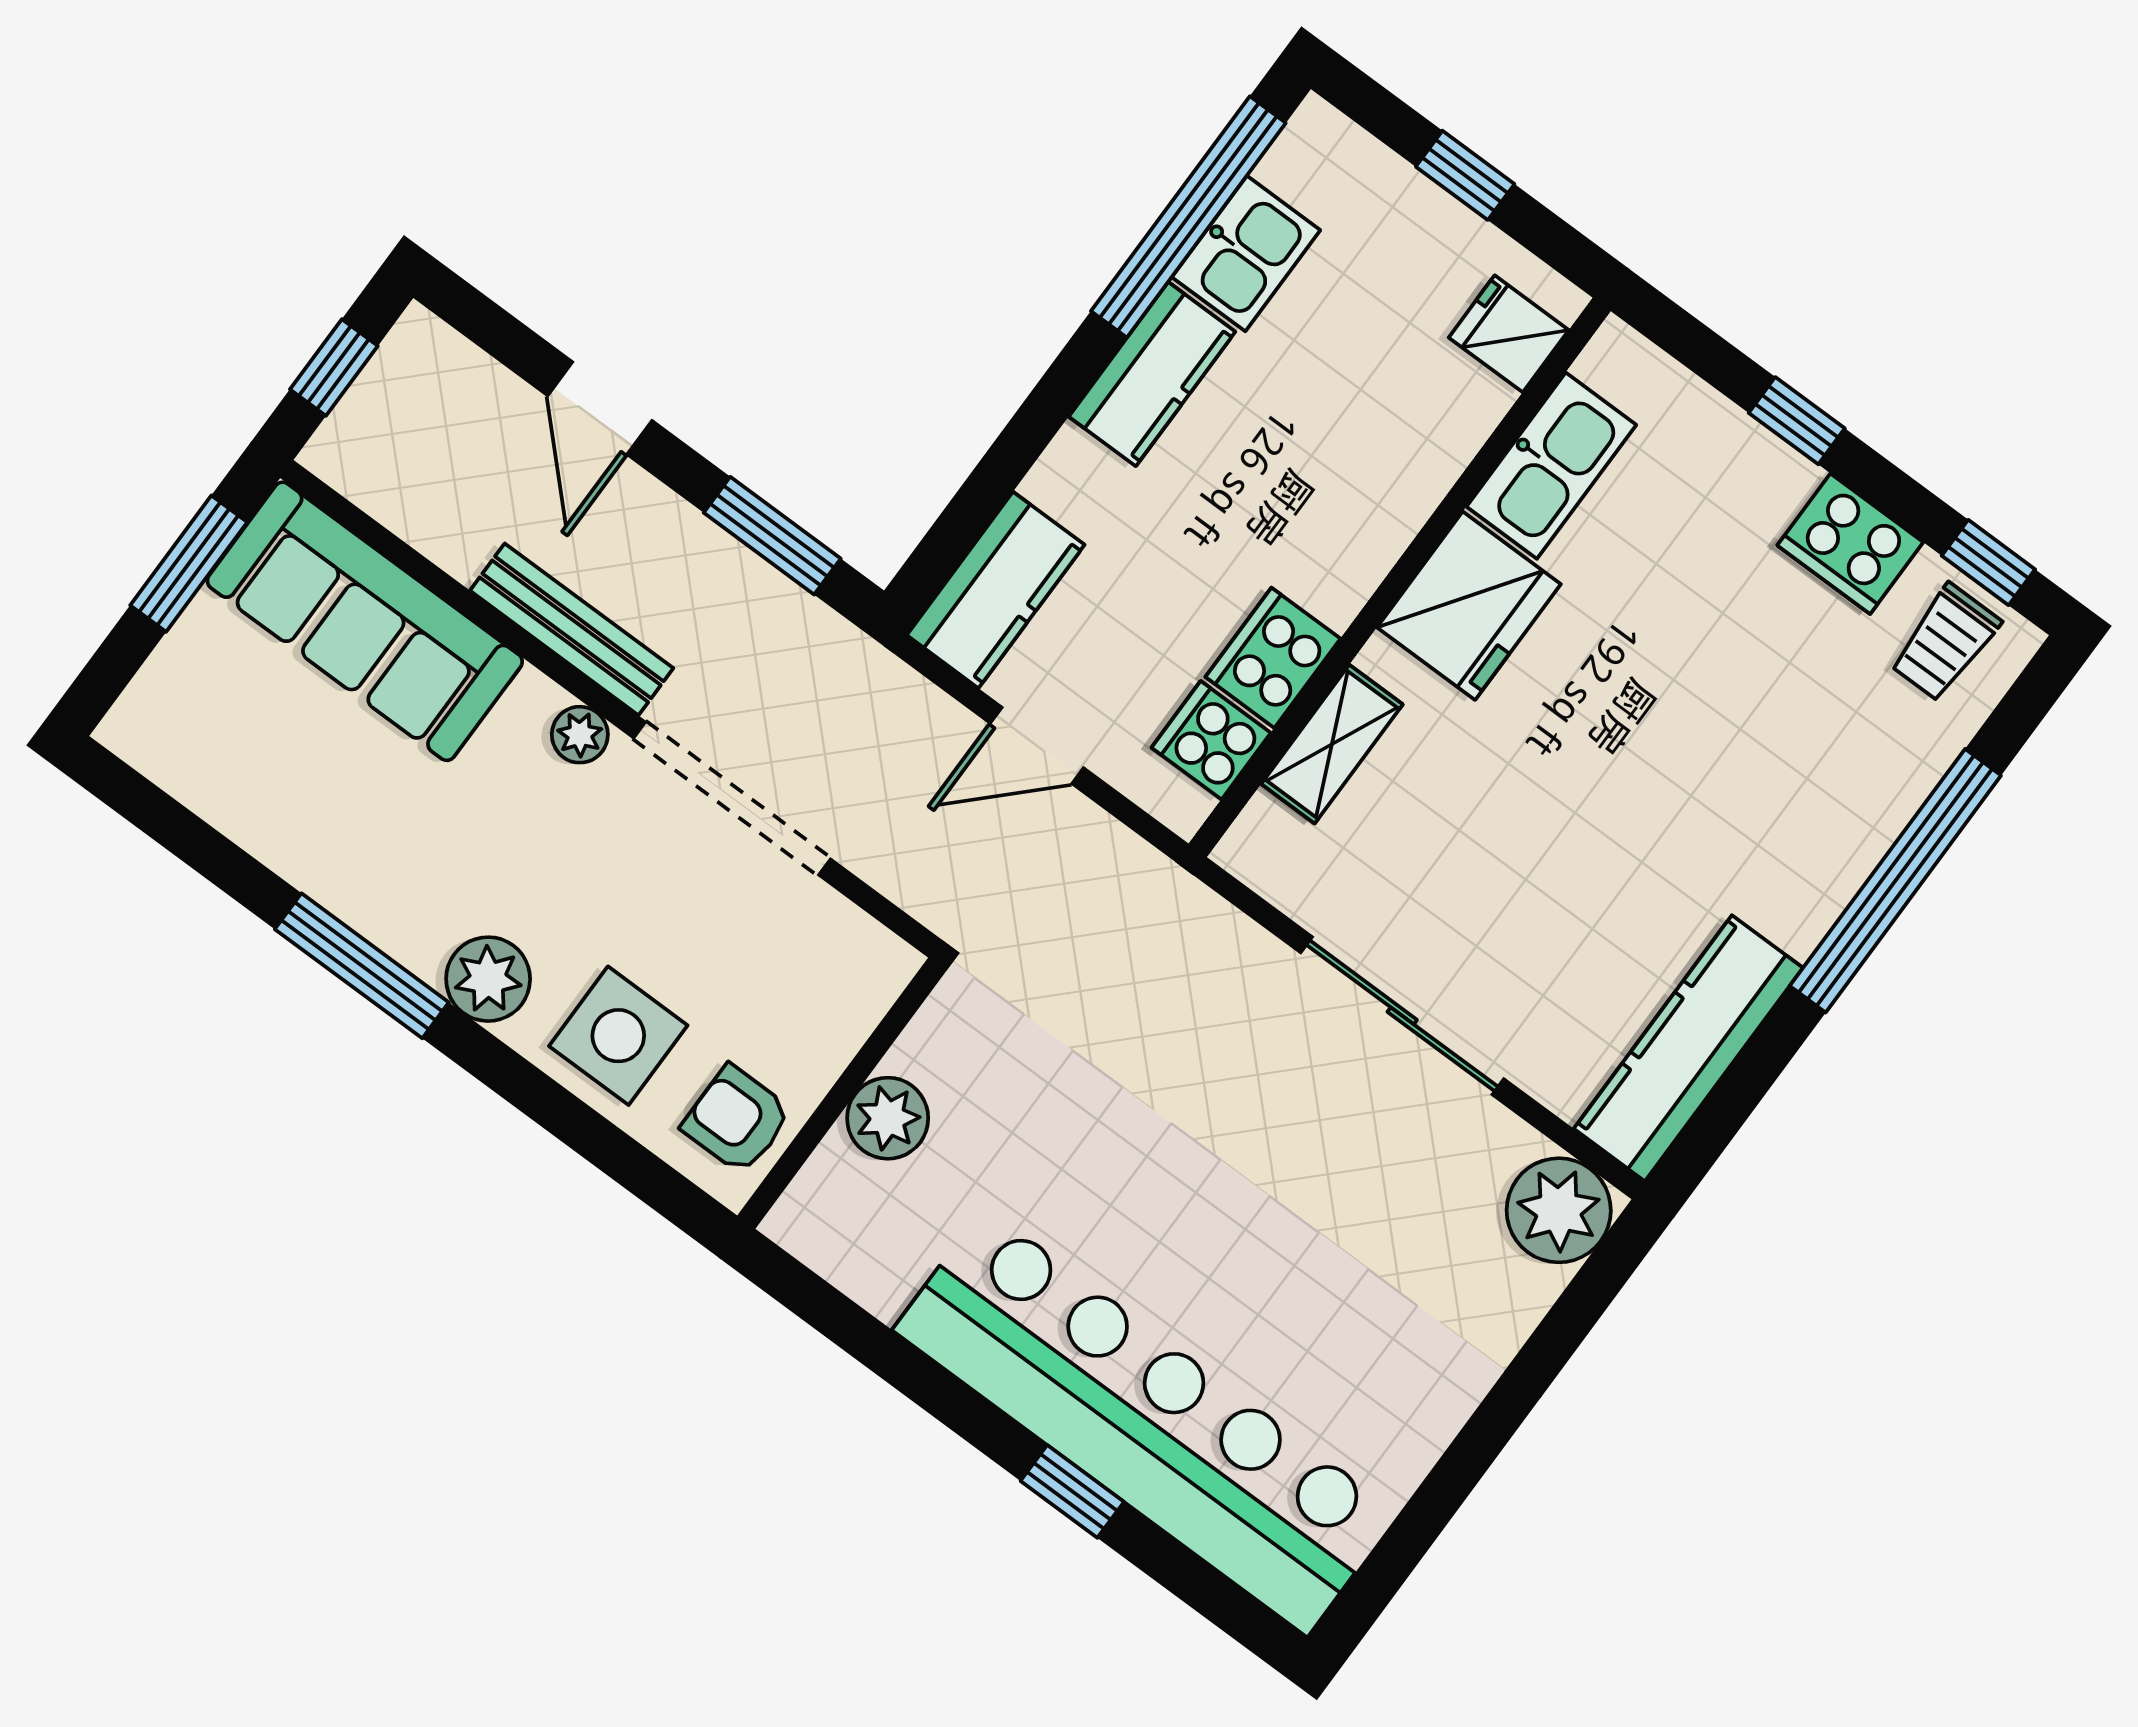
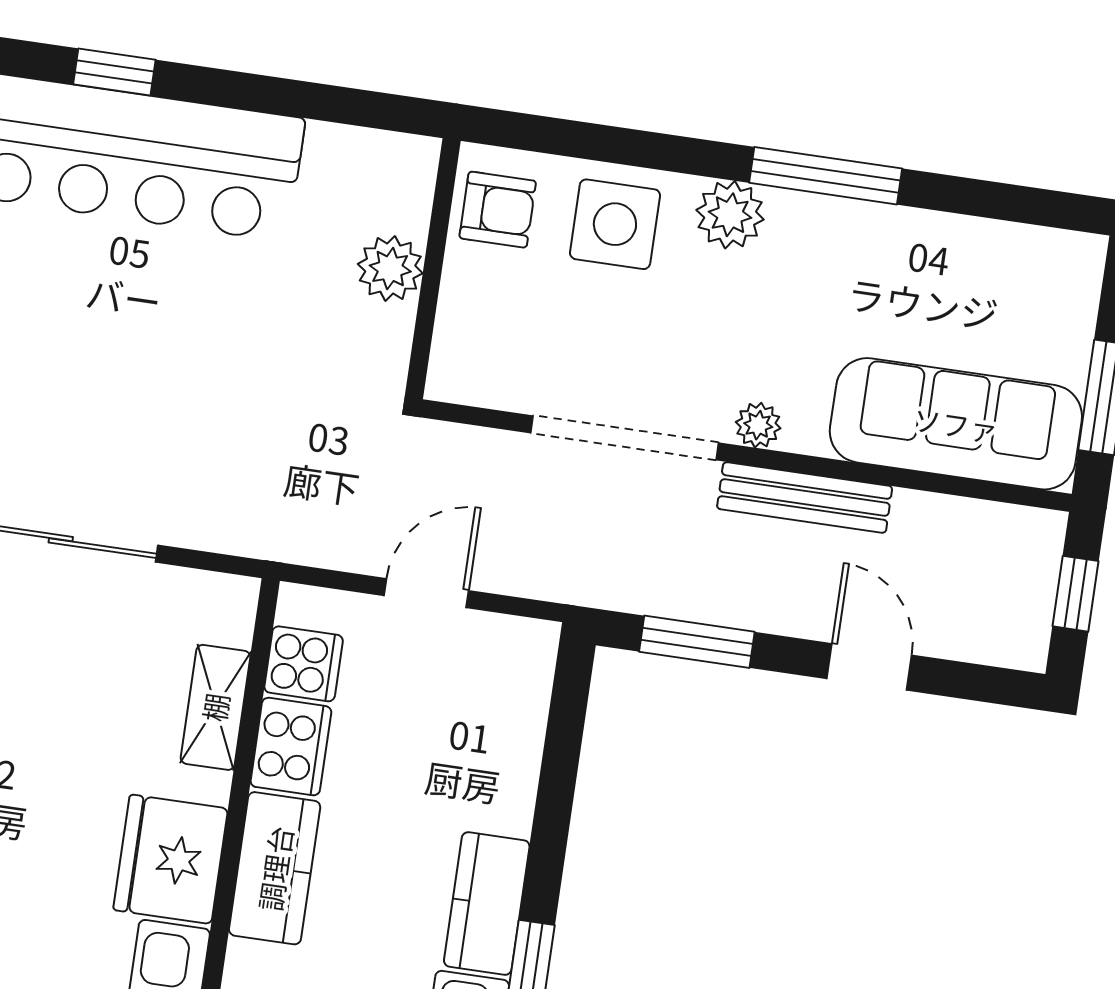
kitchen counter: (996, 590) -> (275, 868), moved, turned 180

